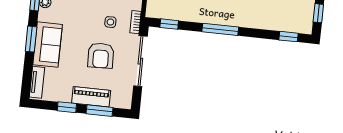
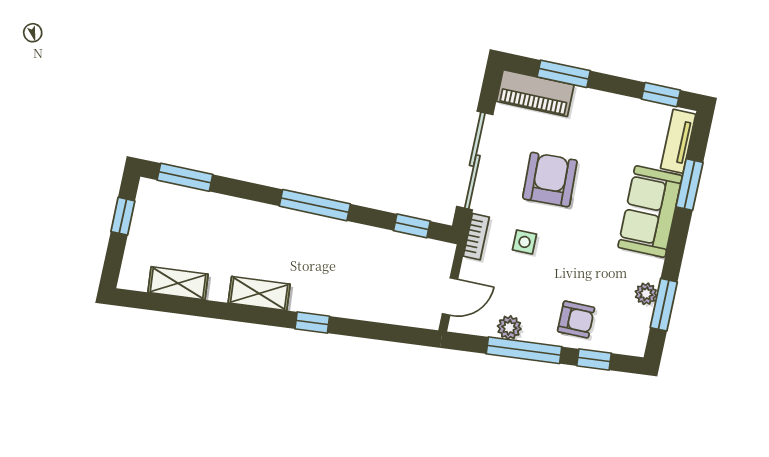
window: (289, 37) -> (185, 177), width x1.50
window: (31, 39) -> (689, 185), moved
piano: (91, 97) -> (535, 93), moved
window: (67, 107) -> (661, 95), moved

